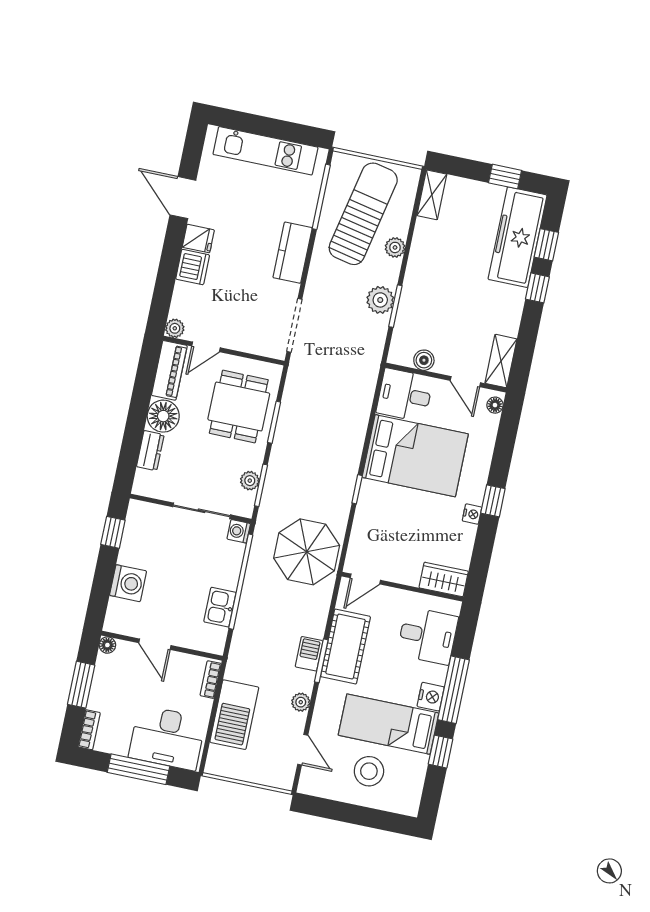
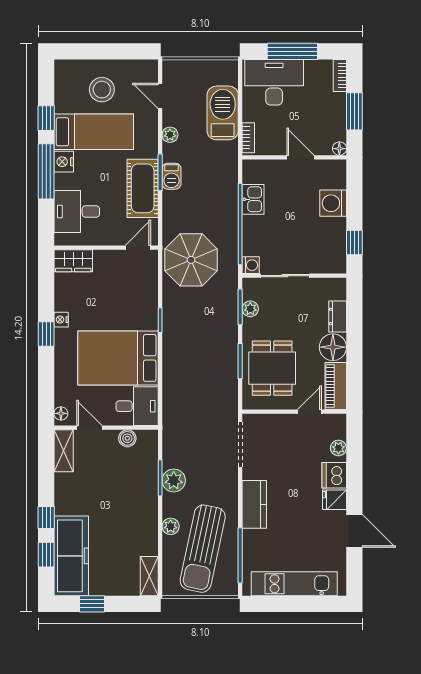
plant: (175, 328) -> (338, 448), moved

